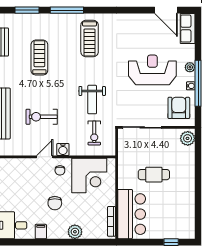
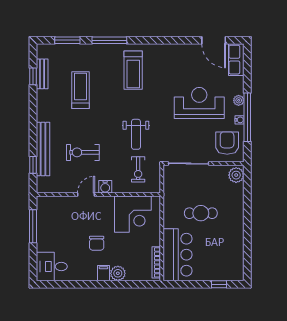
chair: (60, 170) -> (102, 209), removed
filing cabinet: (41, 232) -> (103, 273), moved

